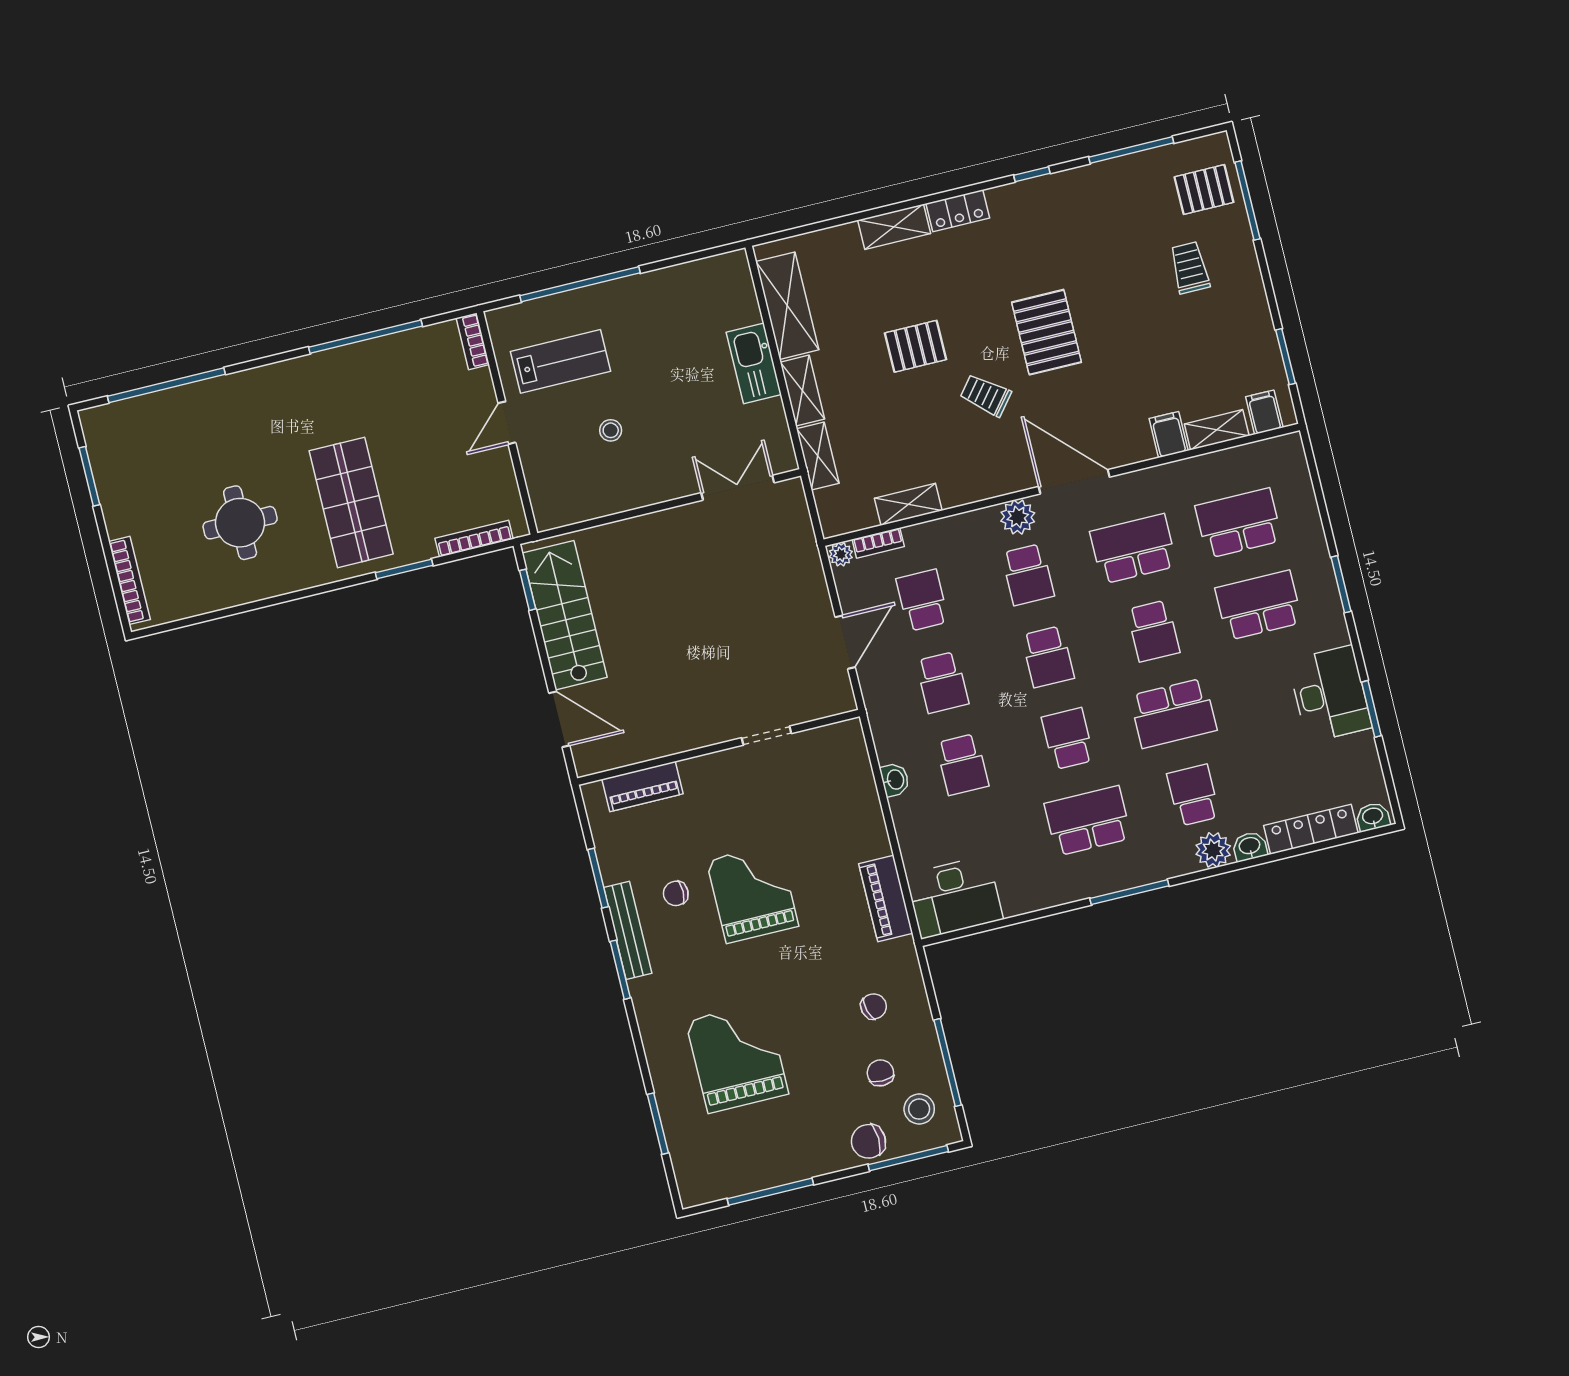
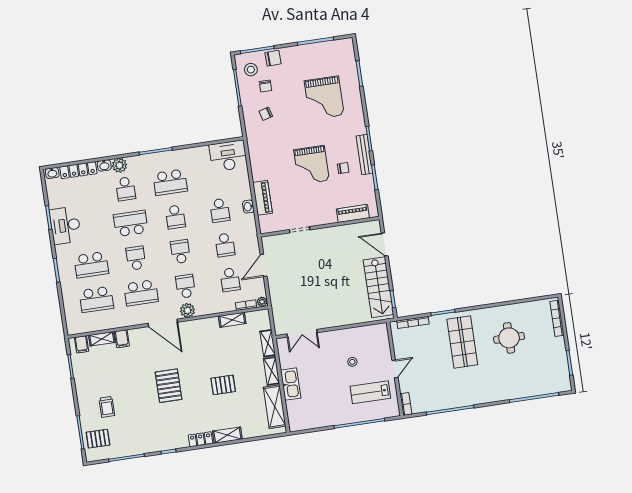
trolley: (986, 395) -> (196, 362), removed
school desk: (942, 682) -> (225, 245), turned 180
school desk: (962, 764) -> (220, 210), turned 180
piano: (886, 899) -> (263, 198), moved

